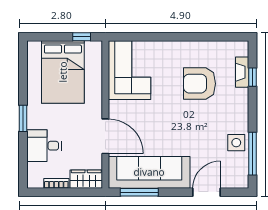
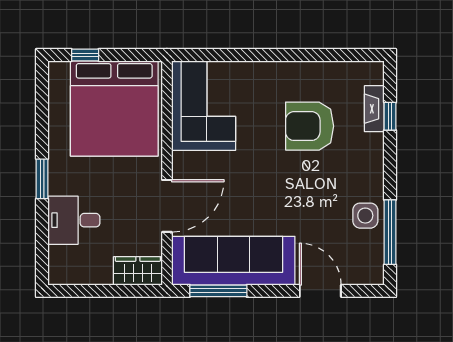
window: (82, 37) -> (85, 55), moved
bed: (63, 72) -> (114, 108), width x1.36
door: (105, 136) -> (167, 206), hinge flipped
bookcase: (56, 183) -> (93, 277), removed
door: (207, 192) -> (320, 291), hinge flipped

